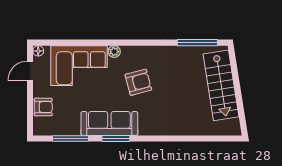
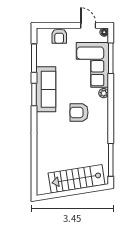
window: (71, 43) -> (111, 58), added
armchair: (138, 82) -> (79, 112), turned 105

